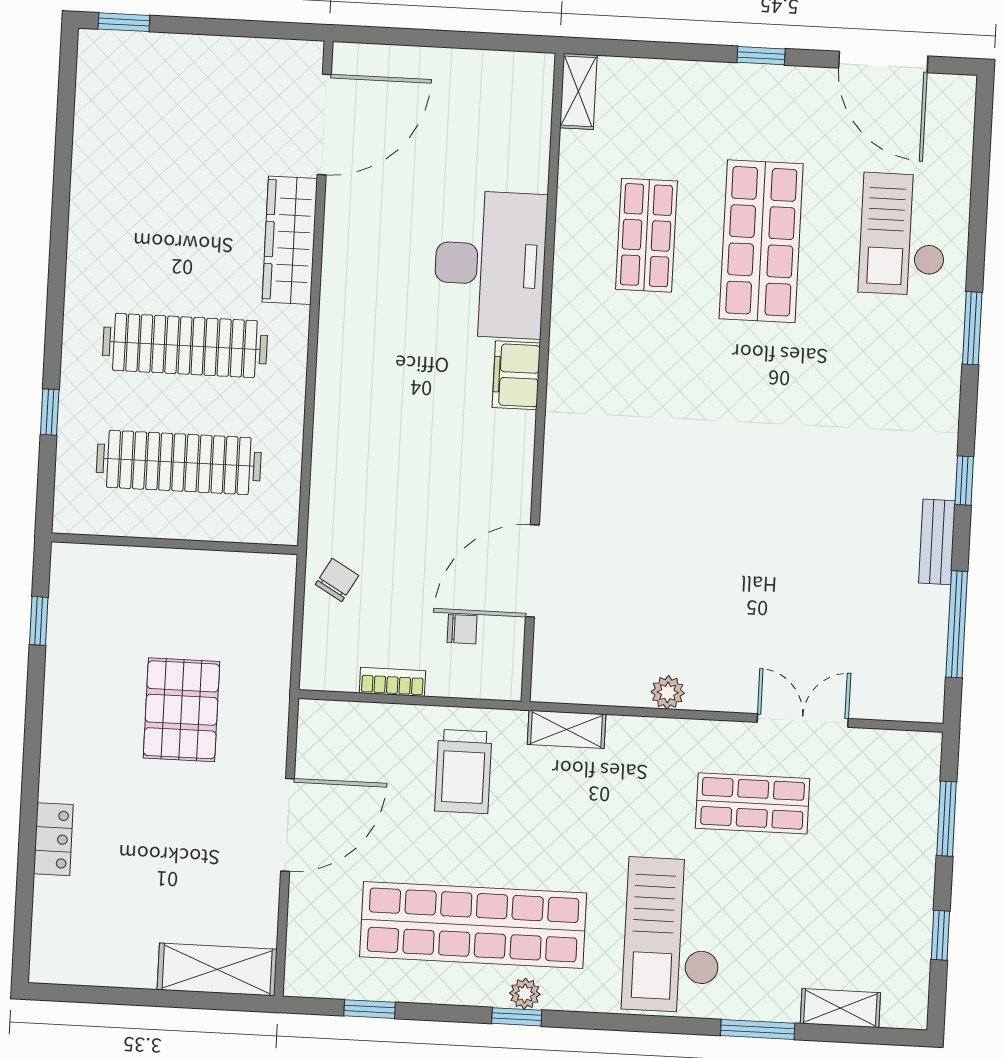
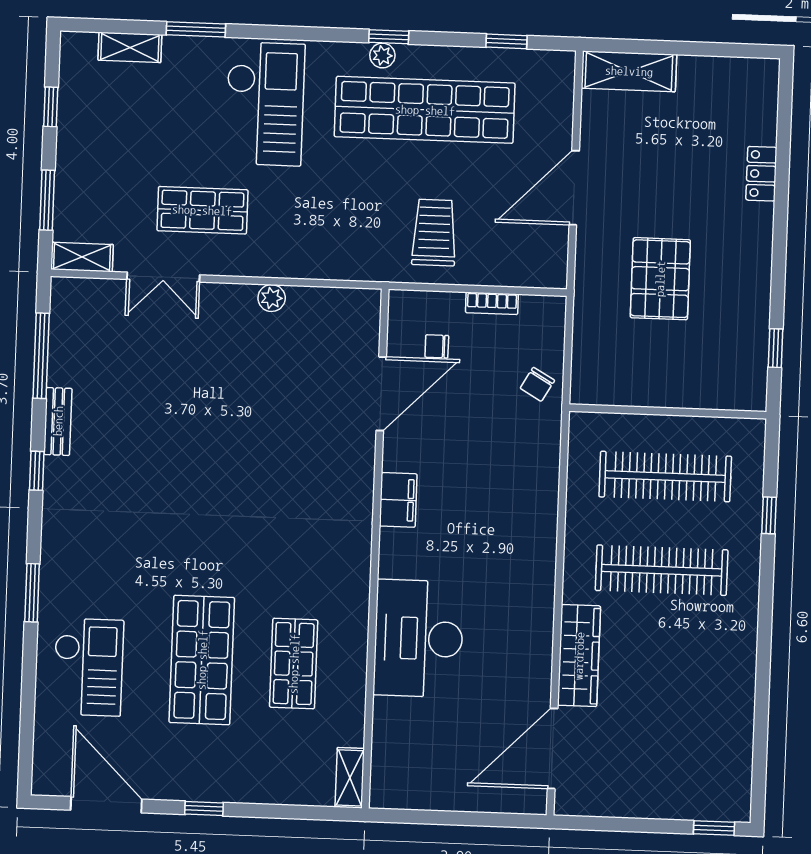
filing cabinet: (516, 375) -> (398, 500), moved
shelving: (567, 729) -> (82, 257), moved

